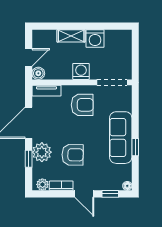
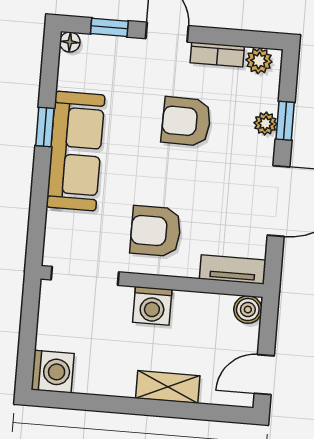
washing machine: (95, 39) -> (53, 372), moved, turned 90
door: (29, 57) -> (264, 375), moved
plant: (42, 152) -> (265, 123), width x0.53, depth x0.53

